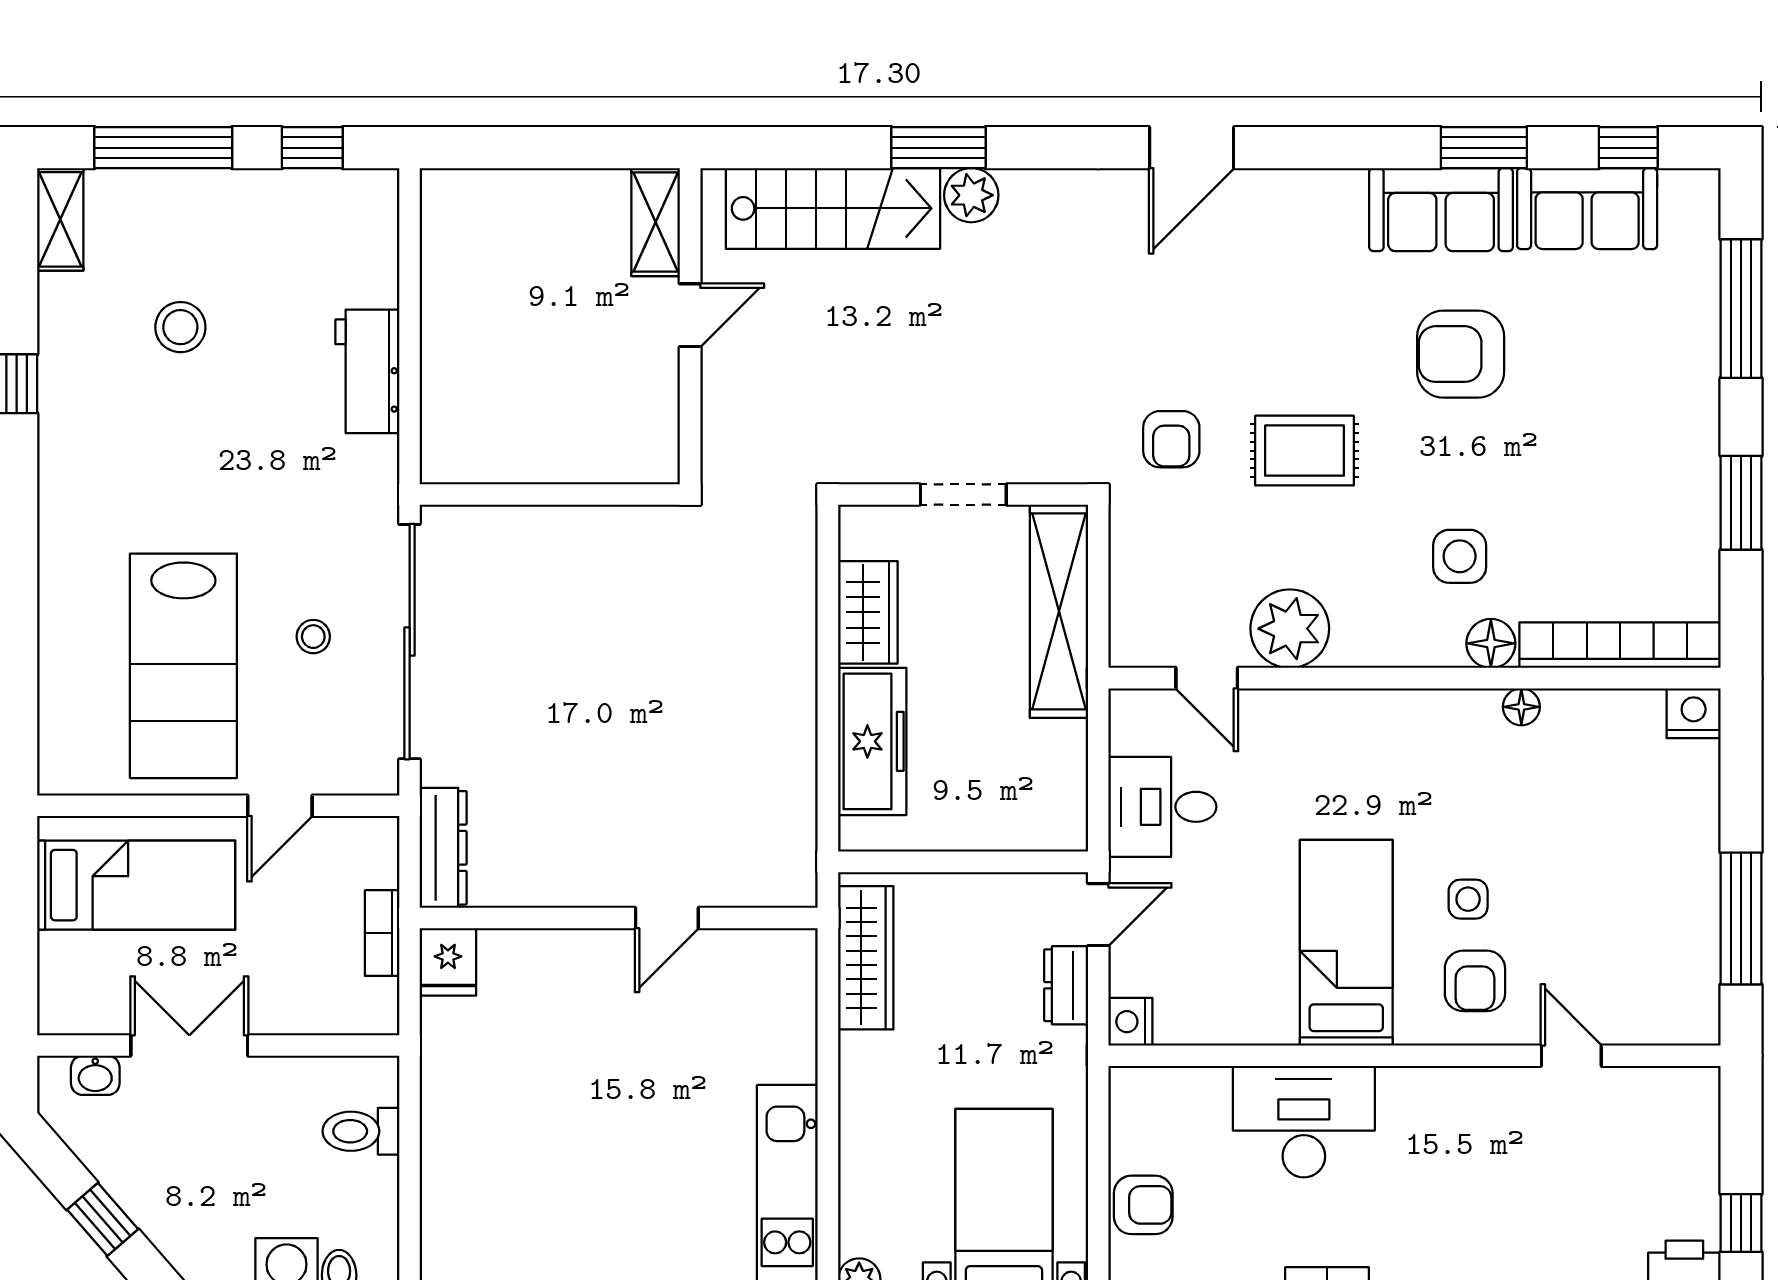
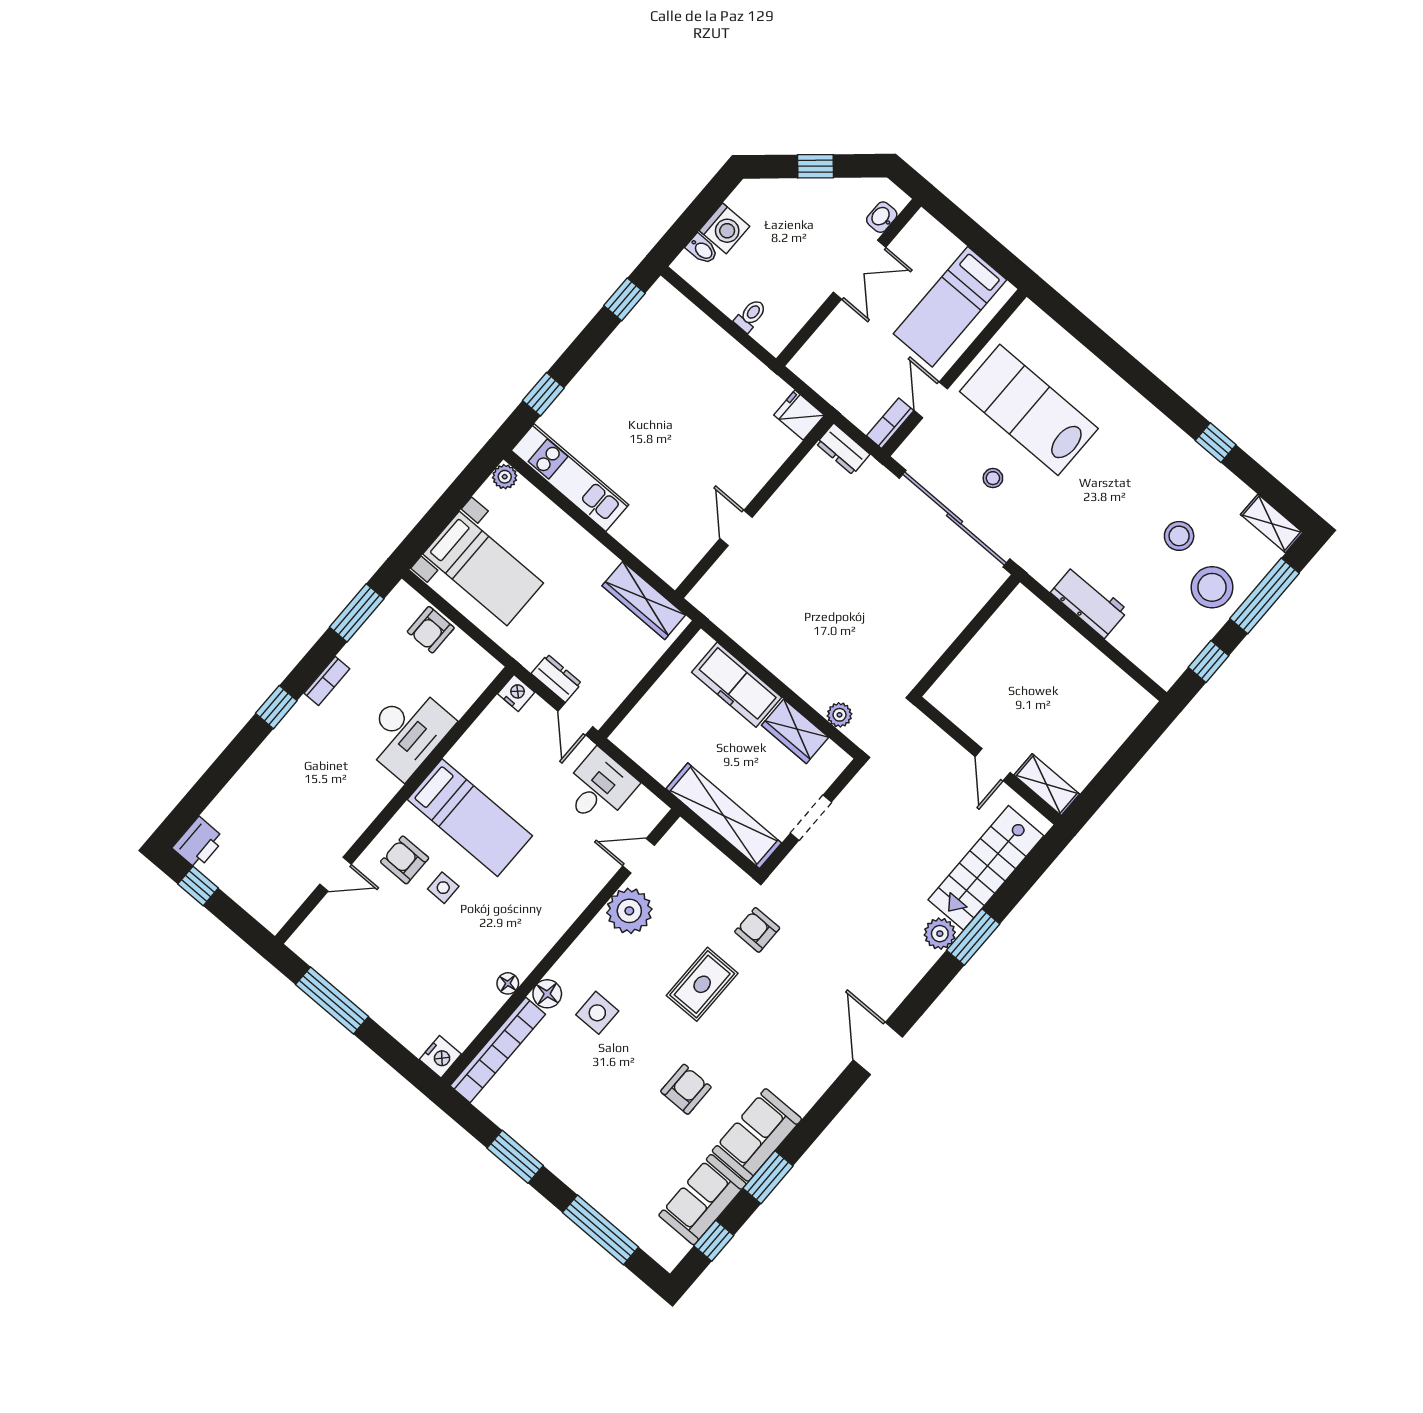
stool: (211, 226) -> (1212, 587), added
armchair: (1461, 354) -> (686, 1089), width x0.72, depth x0.72
plant: (796, 572) -> (840, 715), added
dresser: (443, 848) -> (843, 449), width x0.70
bookcase: (382, 933) -> (890, 423), moved, turned -90
toilet: (361, 1131) -> (750, 315), width x0.73, depth x0.72

